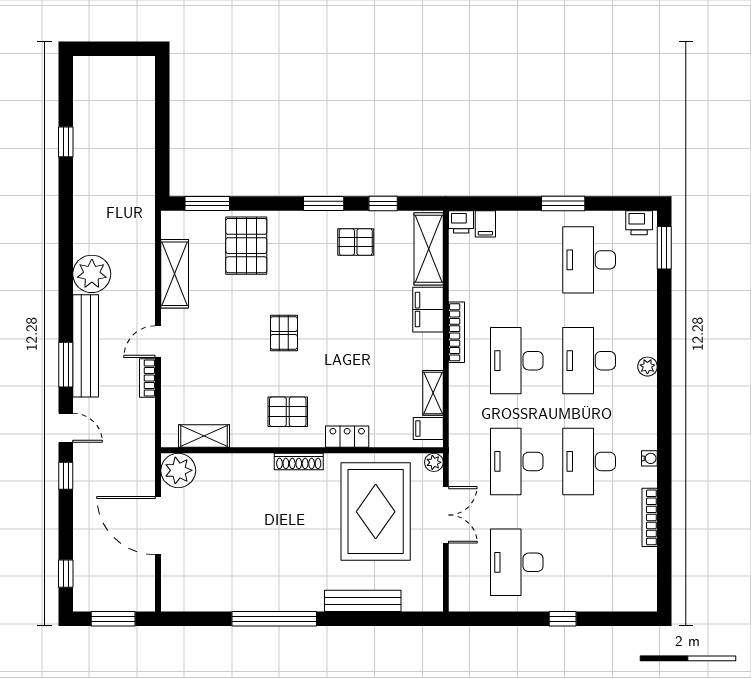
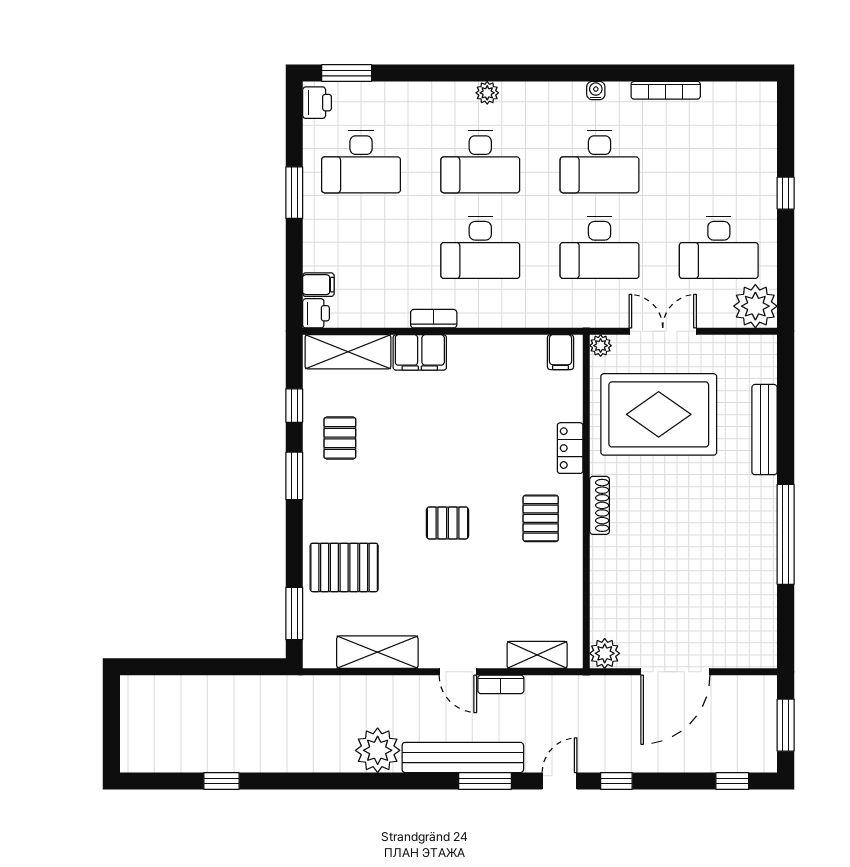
bookcase: (457, 332) -> (434, 319), width x0.64
shelving: (433, 393) -> (518, 347), removed
shelving: (204, 436) -> (537, 655), moved, turned 90
plant: (178, 470) -> (605, 653), width x0.73, depth x0.73
plant: (467, 593) -> (755, 306), added

